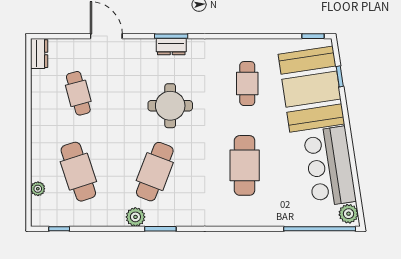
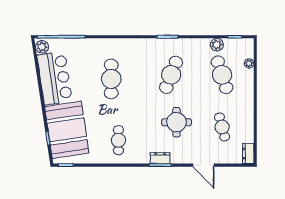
cafe table: (247, 84) -> (118, 140), moved
round table: (170, 106) -> (177, 122), moved
plant: (135, 217) -> (217, 45), moved

